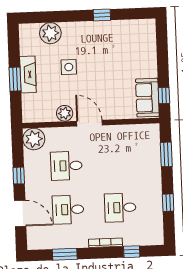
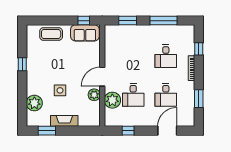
coffee table: (144, 52) -> (51, 34), added
window: (15, 79) -> (47, 131), moved
plant: (34, 139) -> (112, 100), moved
window: (19, 176) -> (128, 131), moved
window: (168, 203) -> (163, 21), width x2.17

